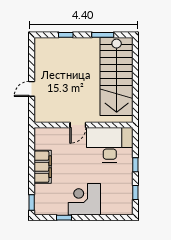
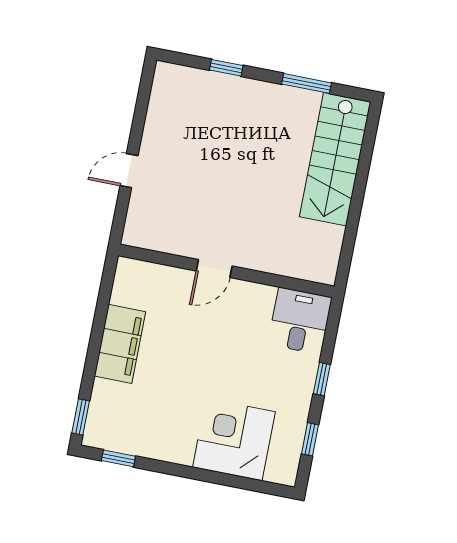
stairs: (117, 76) -> (335, 159), width x0.73, depth x0.66
desk: (110, 145) -> (300, 321), width x0.53, depth x0.77
corner desk: (84, 199) -> (234, 440), moved
window: (64, 218) -> (118, 458), moved

